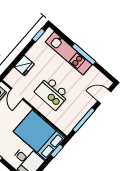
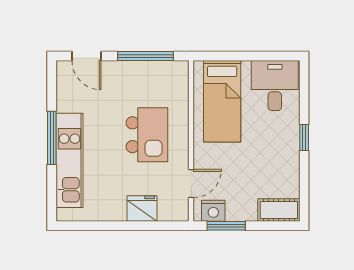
window: (38, 35) -> (81, 226), removed
bed: (39, 135) -> (222, 101), width x0.67
window: (57, 151) -> (223, 56), removed

